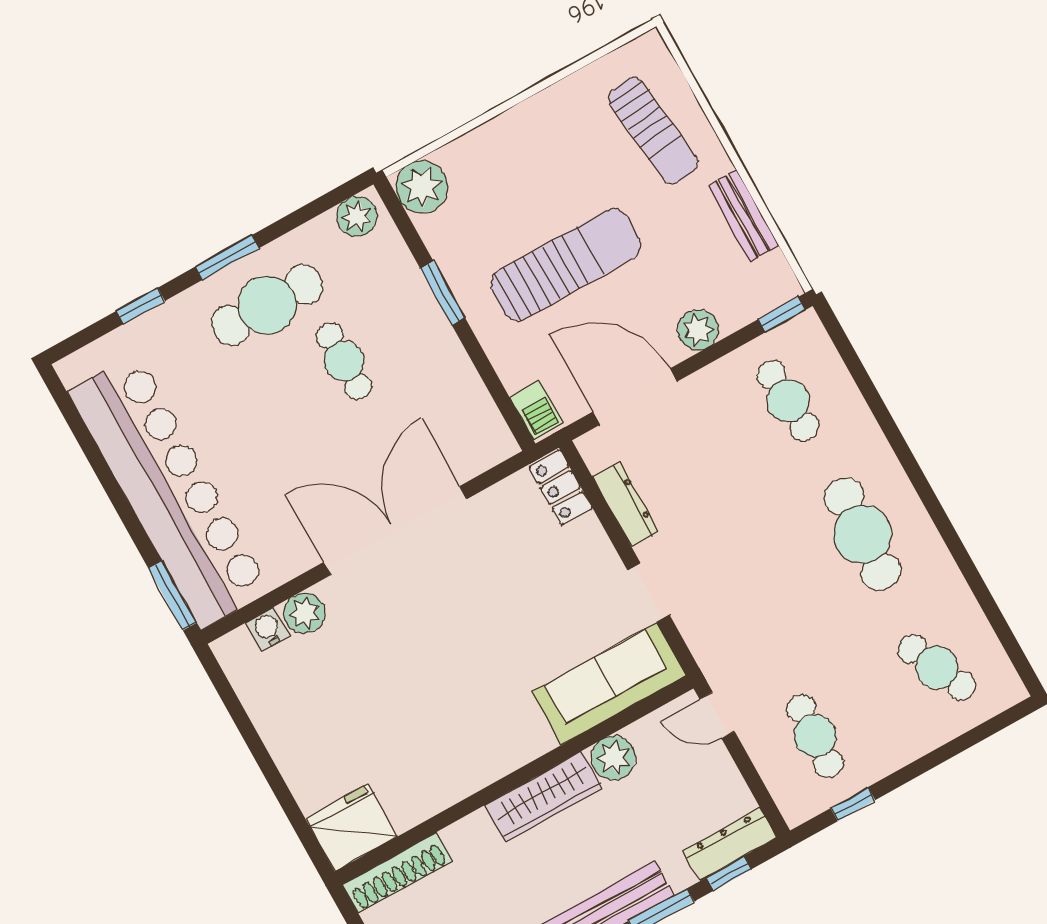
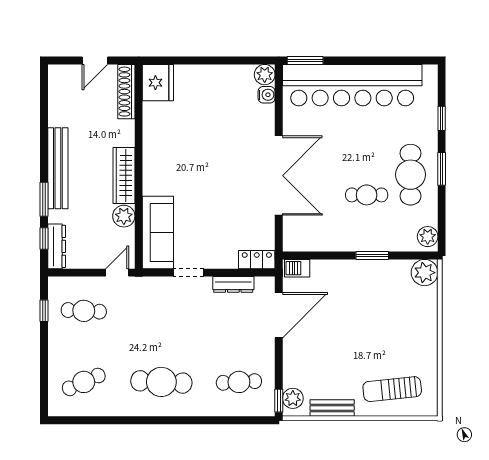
sun lounger: (566, 265) -> (354, 317), removed
plant: (698, 330) -> (293, 398), moved
plant: (304, 613) -> (265, 75), moved

